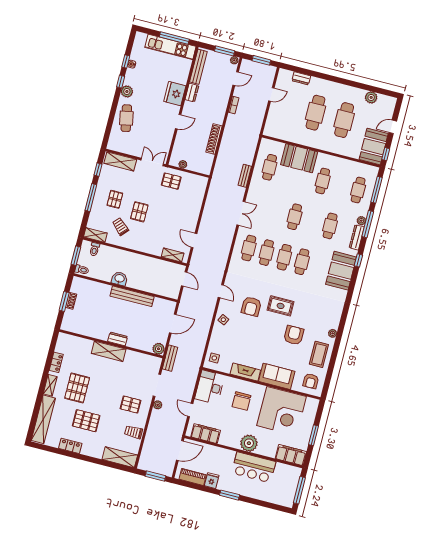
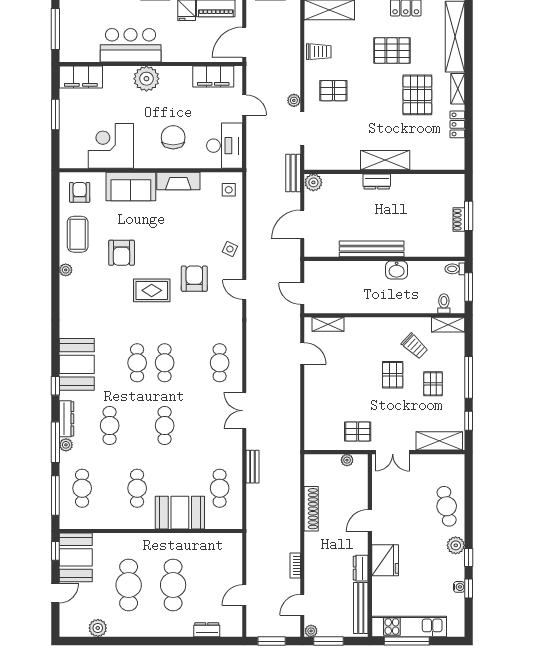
cafe table: (267, 253) -> (192, 363), removed
corner desk: (282, 411) -> (111, 146), width x0.74, depth x0.74

